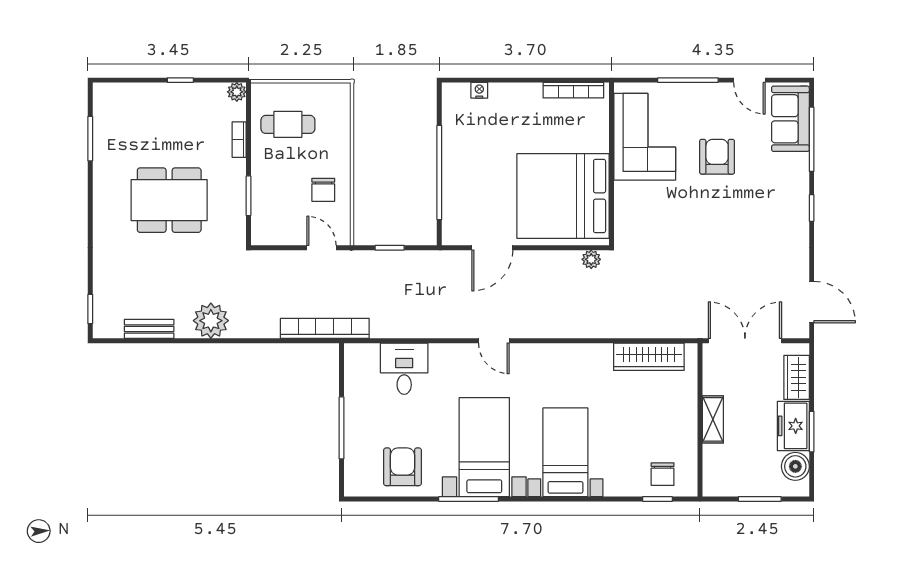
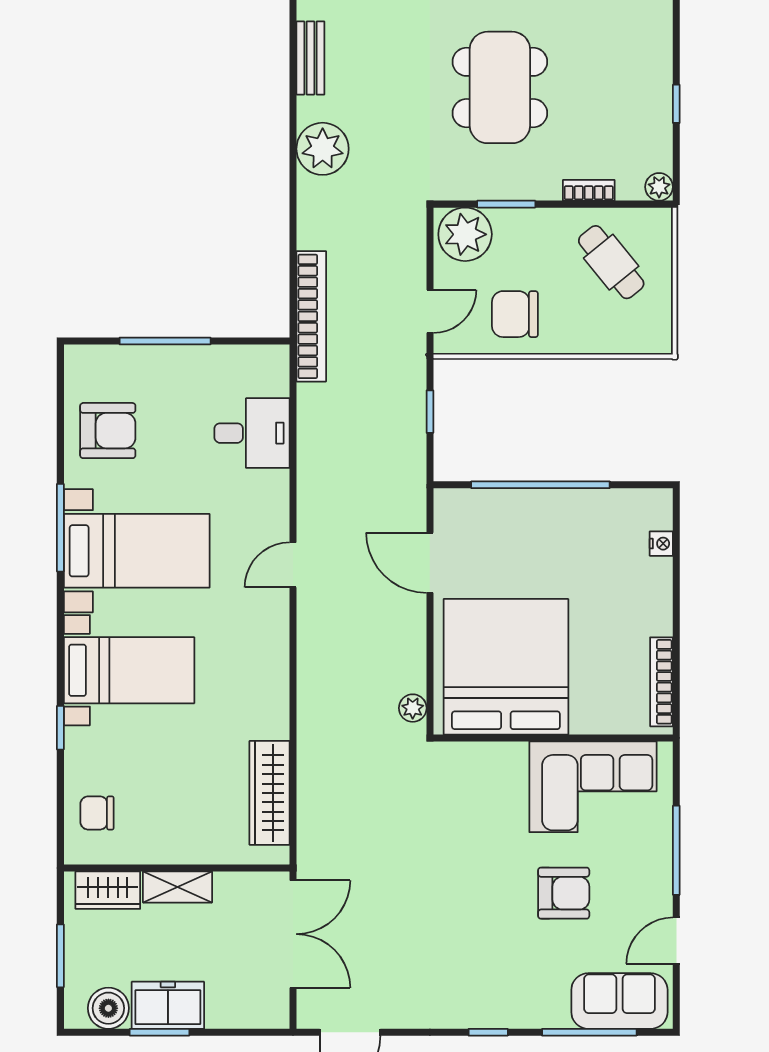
cafe table: (288, 124) -> (611, 262), turned -39
chair: (323, 190) -> (515, 314), width x1.37, depth x1.37
plant: (269, 224) -> (465, 234), added
wardrobe: (797, 377) -> (108, 890), moved, turned 180
window: (657, 499) -> (60, 728), moved

